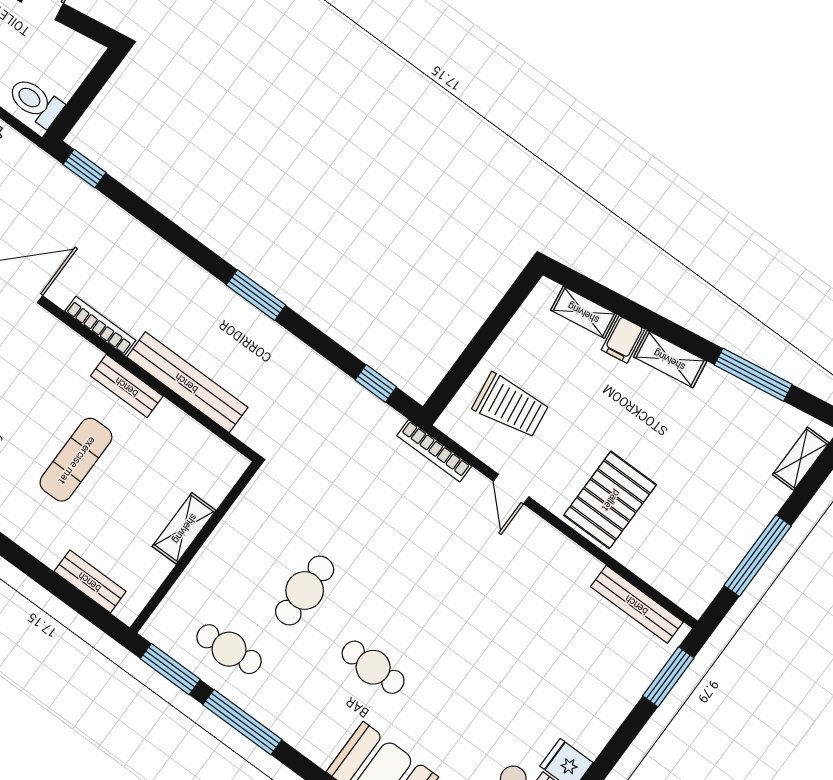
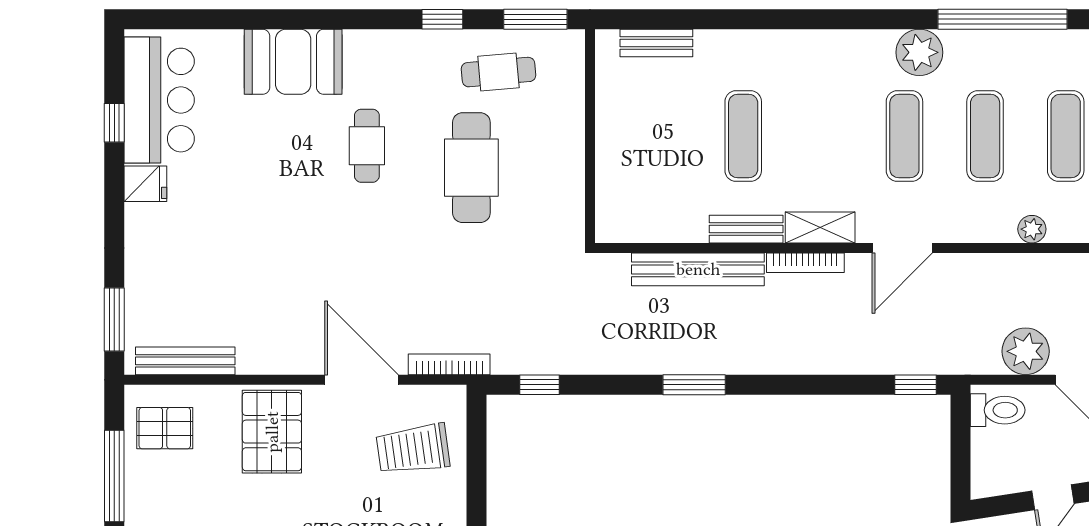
door: (511, 489) -> (361, 380), width x1.87
shelving: (184, 528) -> (820, 227), moved, turned 90
pallet: (691, 564) -> (165, 428), added
cafe table: (305, 591) -> (471, 168), width x1.37, depth x1.35
cafe table: (373, 667) -> (367, 146), turned 90
window: (242, 722) -> (442, 19), width x0.46

